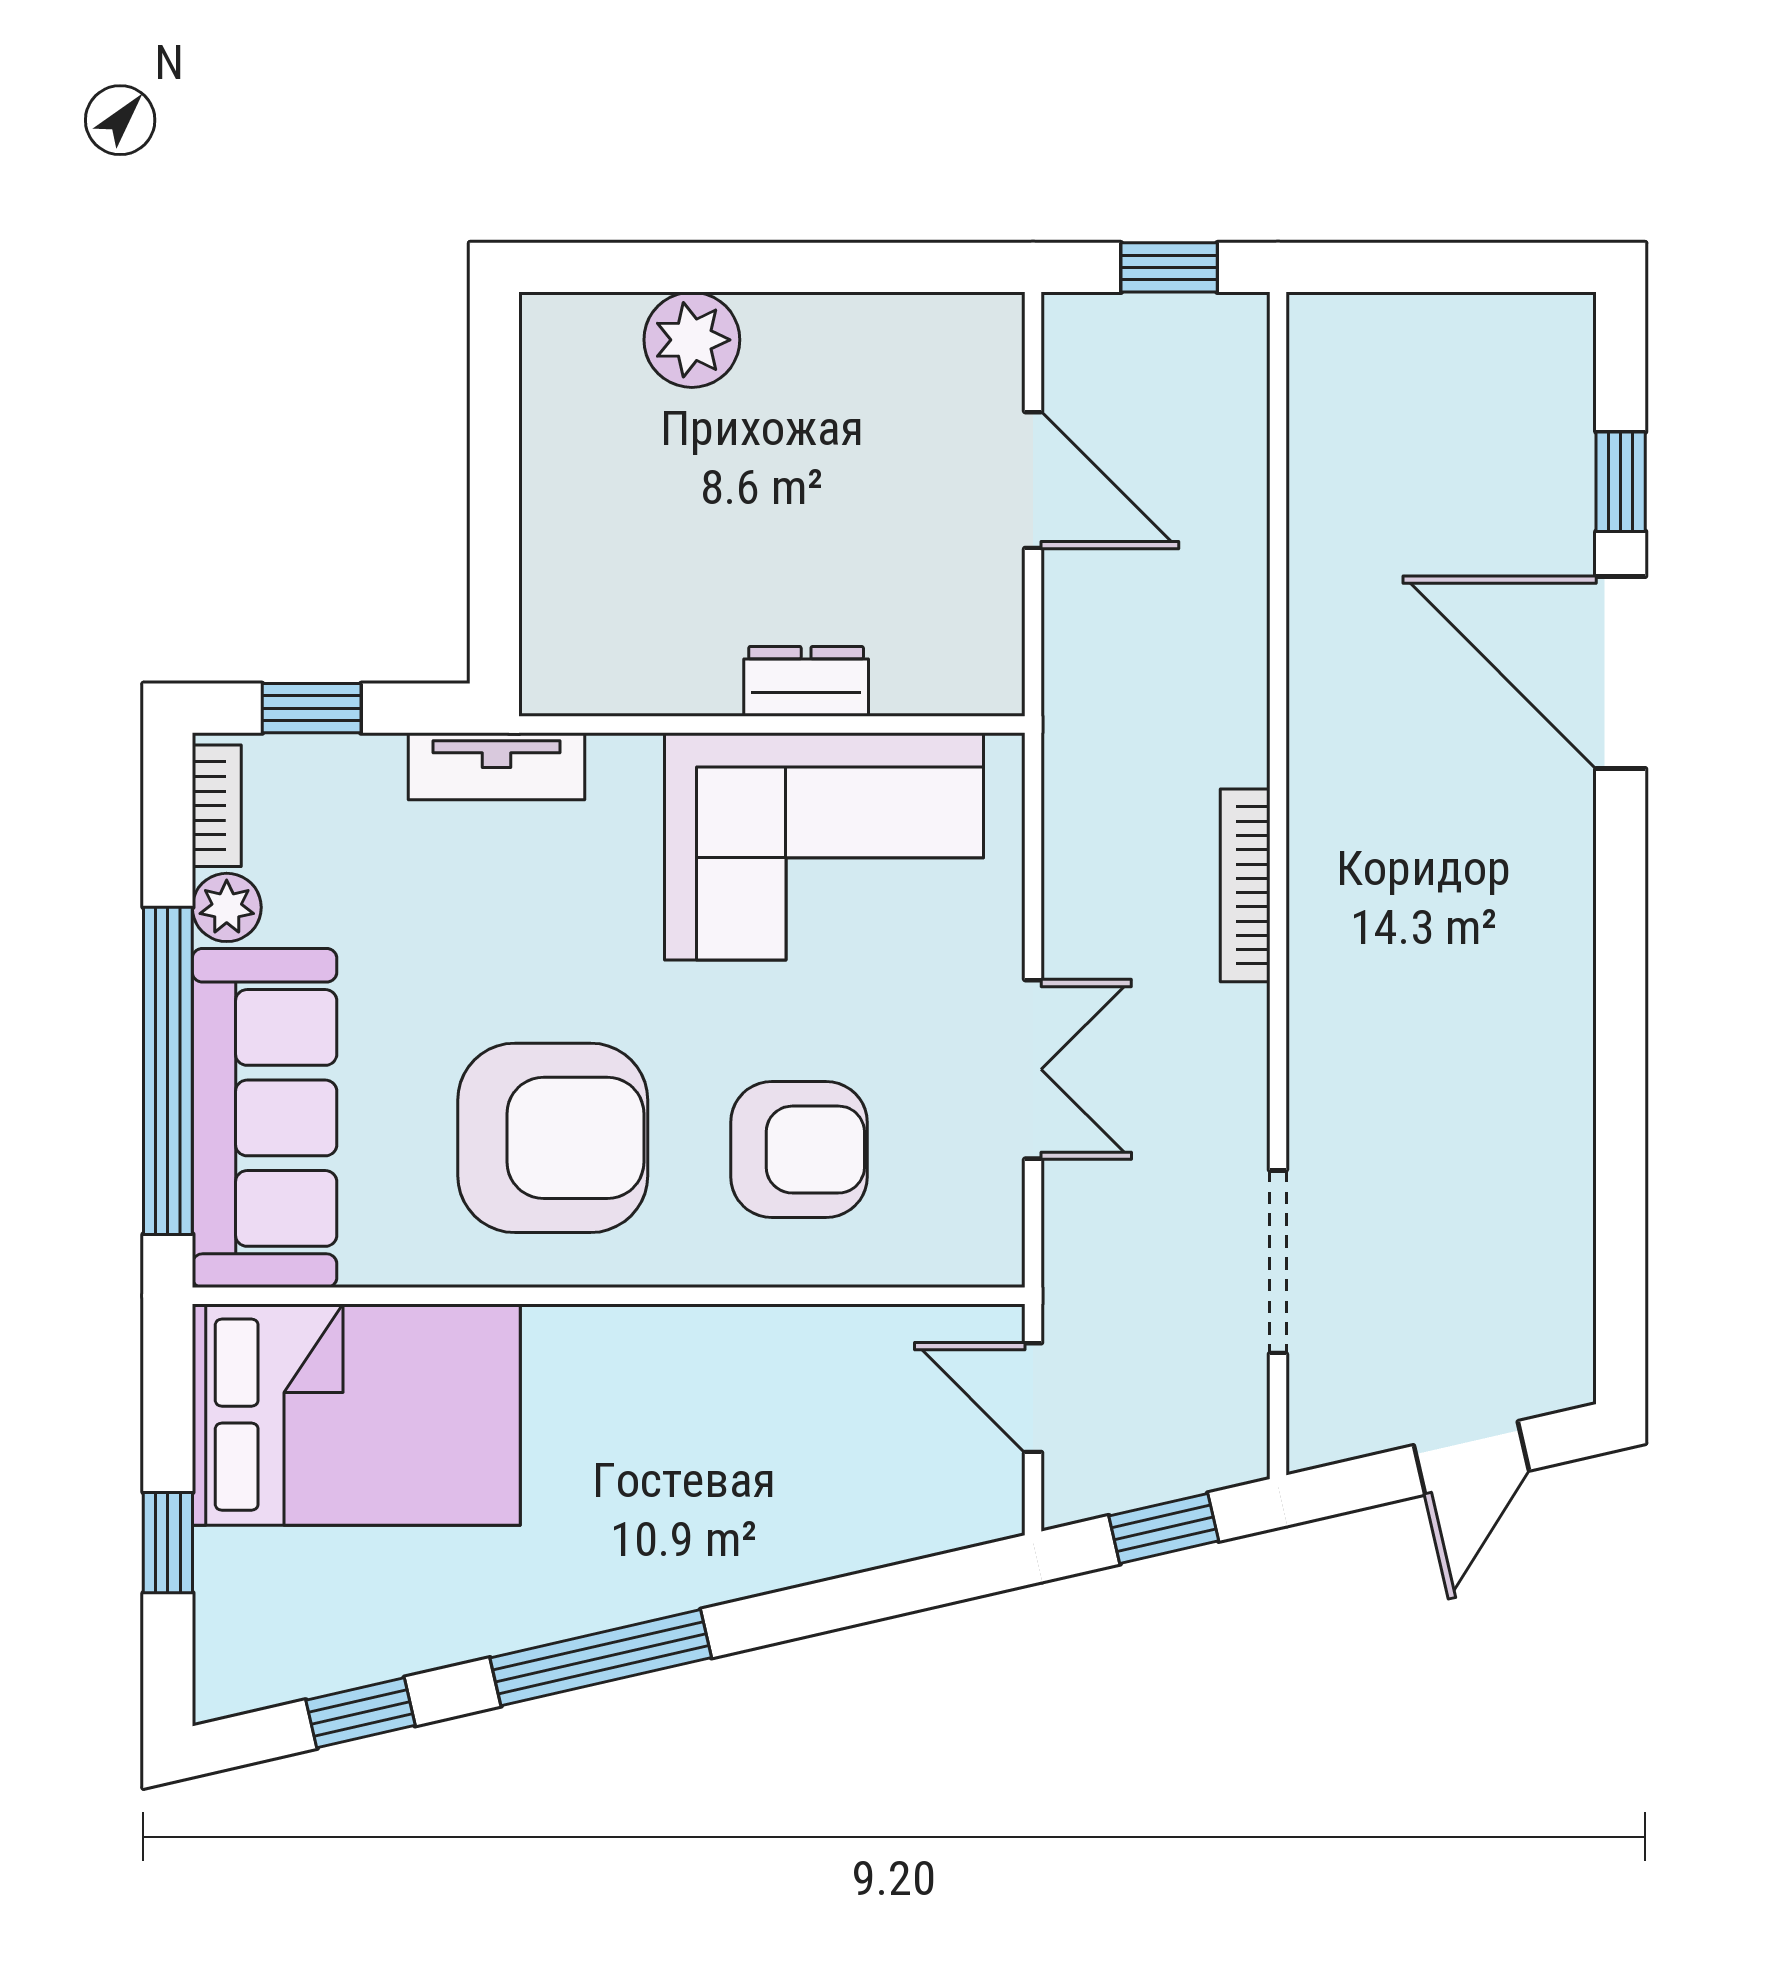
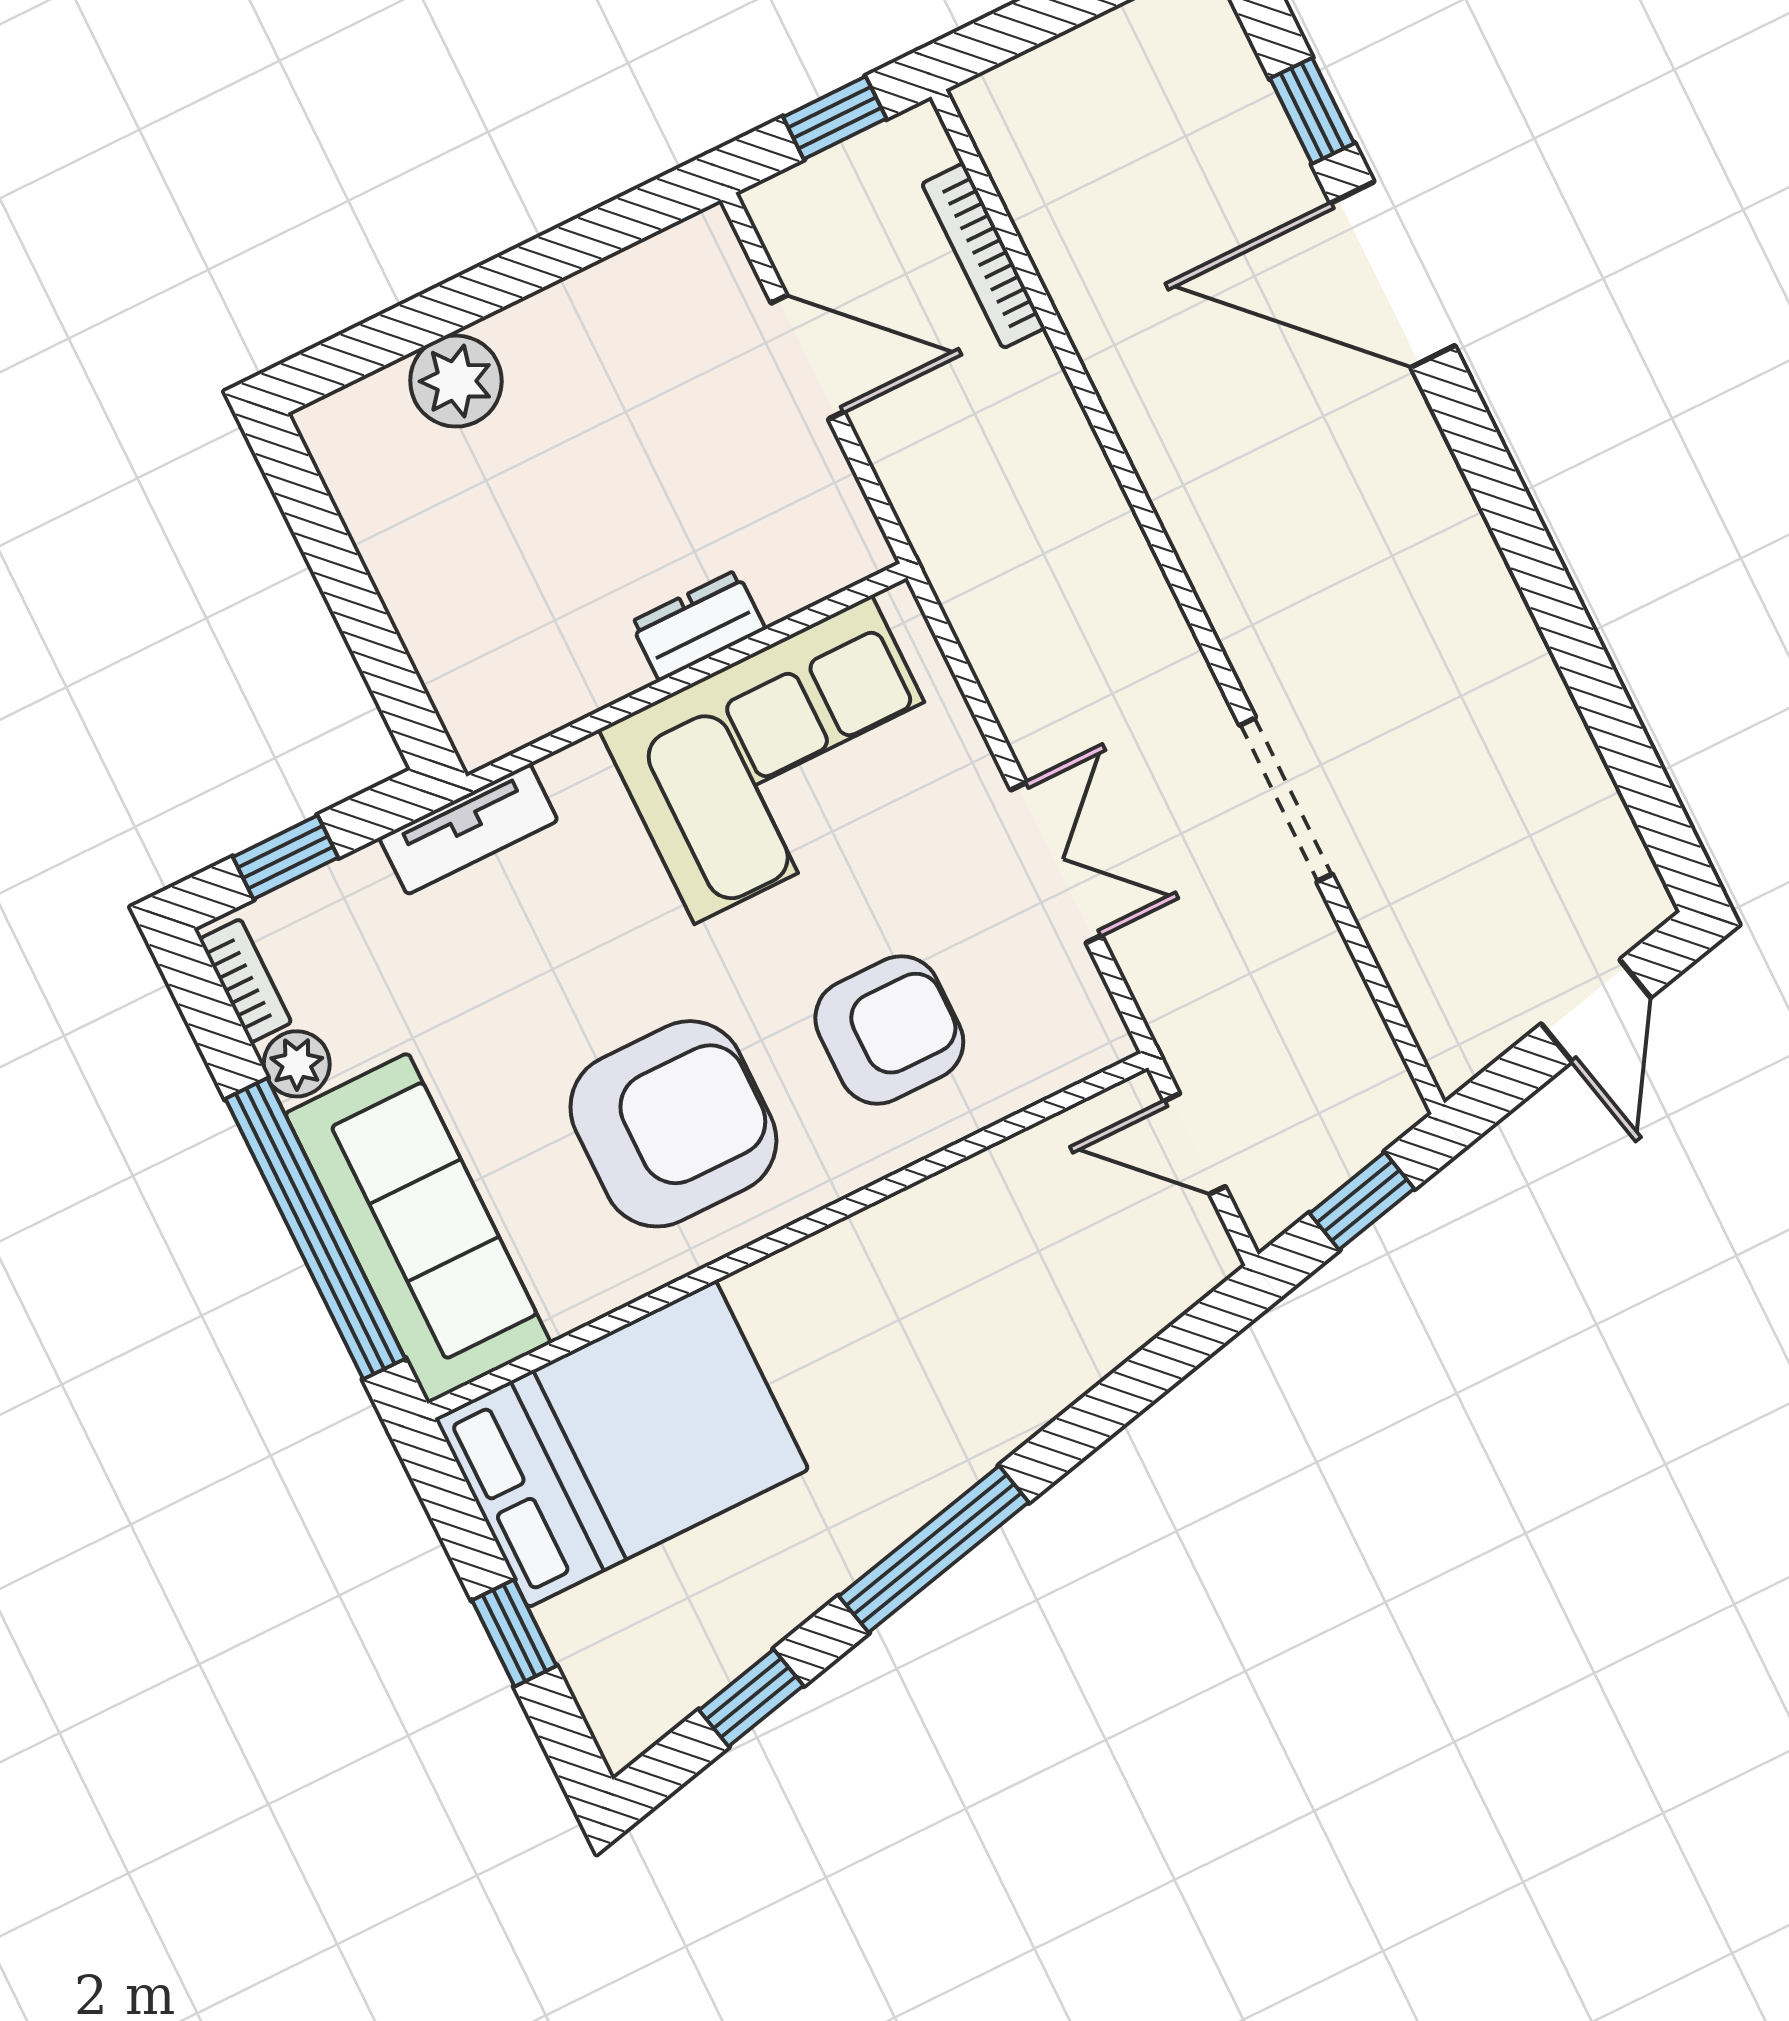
bookcase: (1245, 885) -> (983, 256), moved
doorway: (1278, 1262) -> (1286, 800), moved

